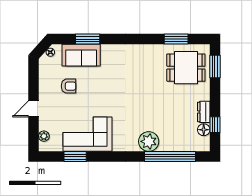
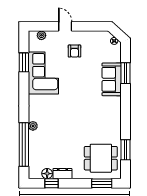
sofa: (81, 55) -> (112, 79), moved
dining table: (186, 68) -> (101, 158), turned 90
armchair: (69, 86) -> (74, 51), moved
plant: (149, 141) -> (33, 126), width x0.53, depth x0.53

